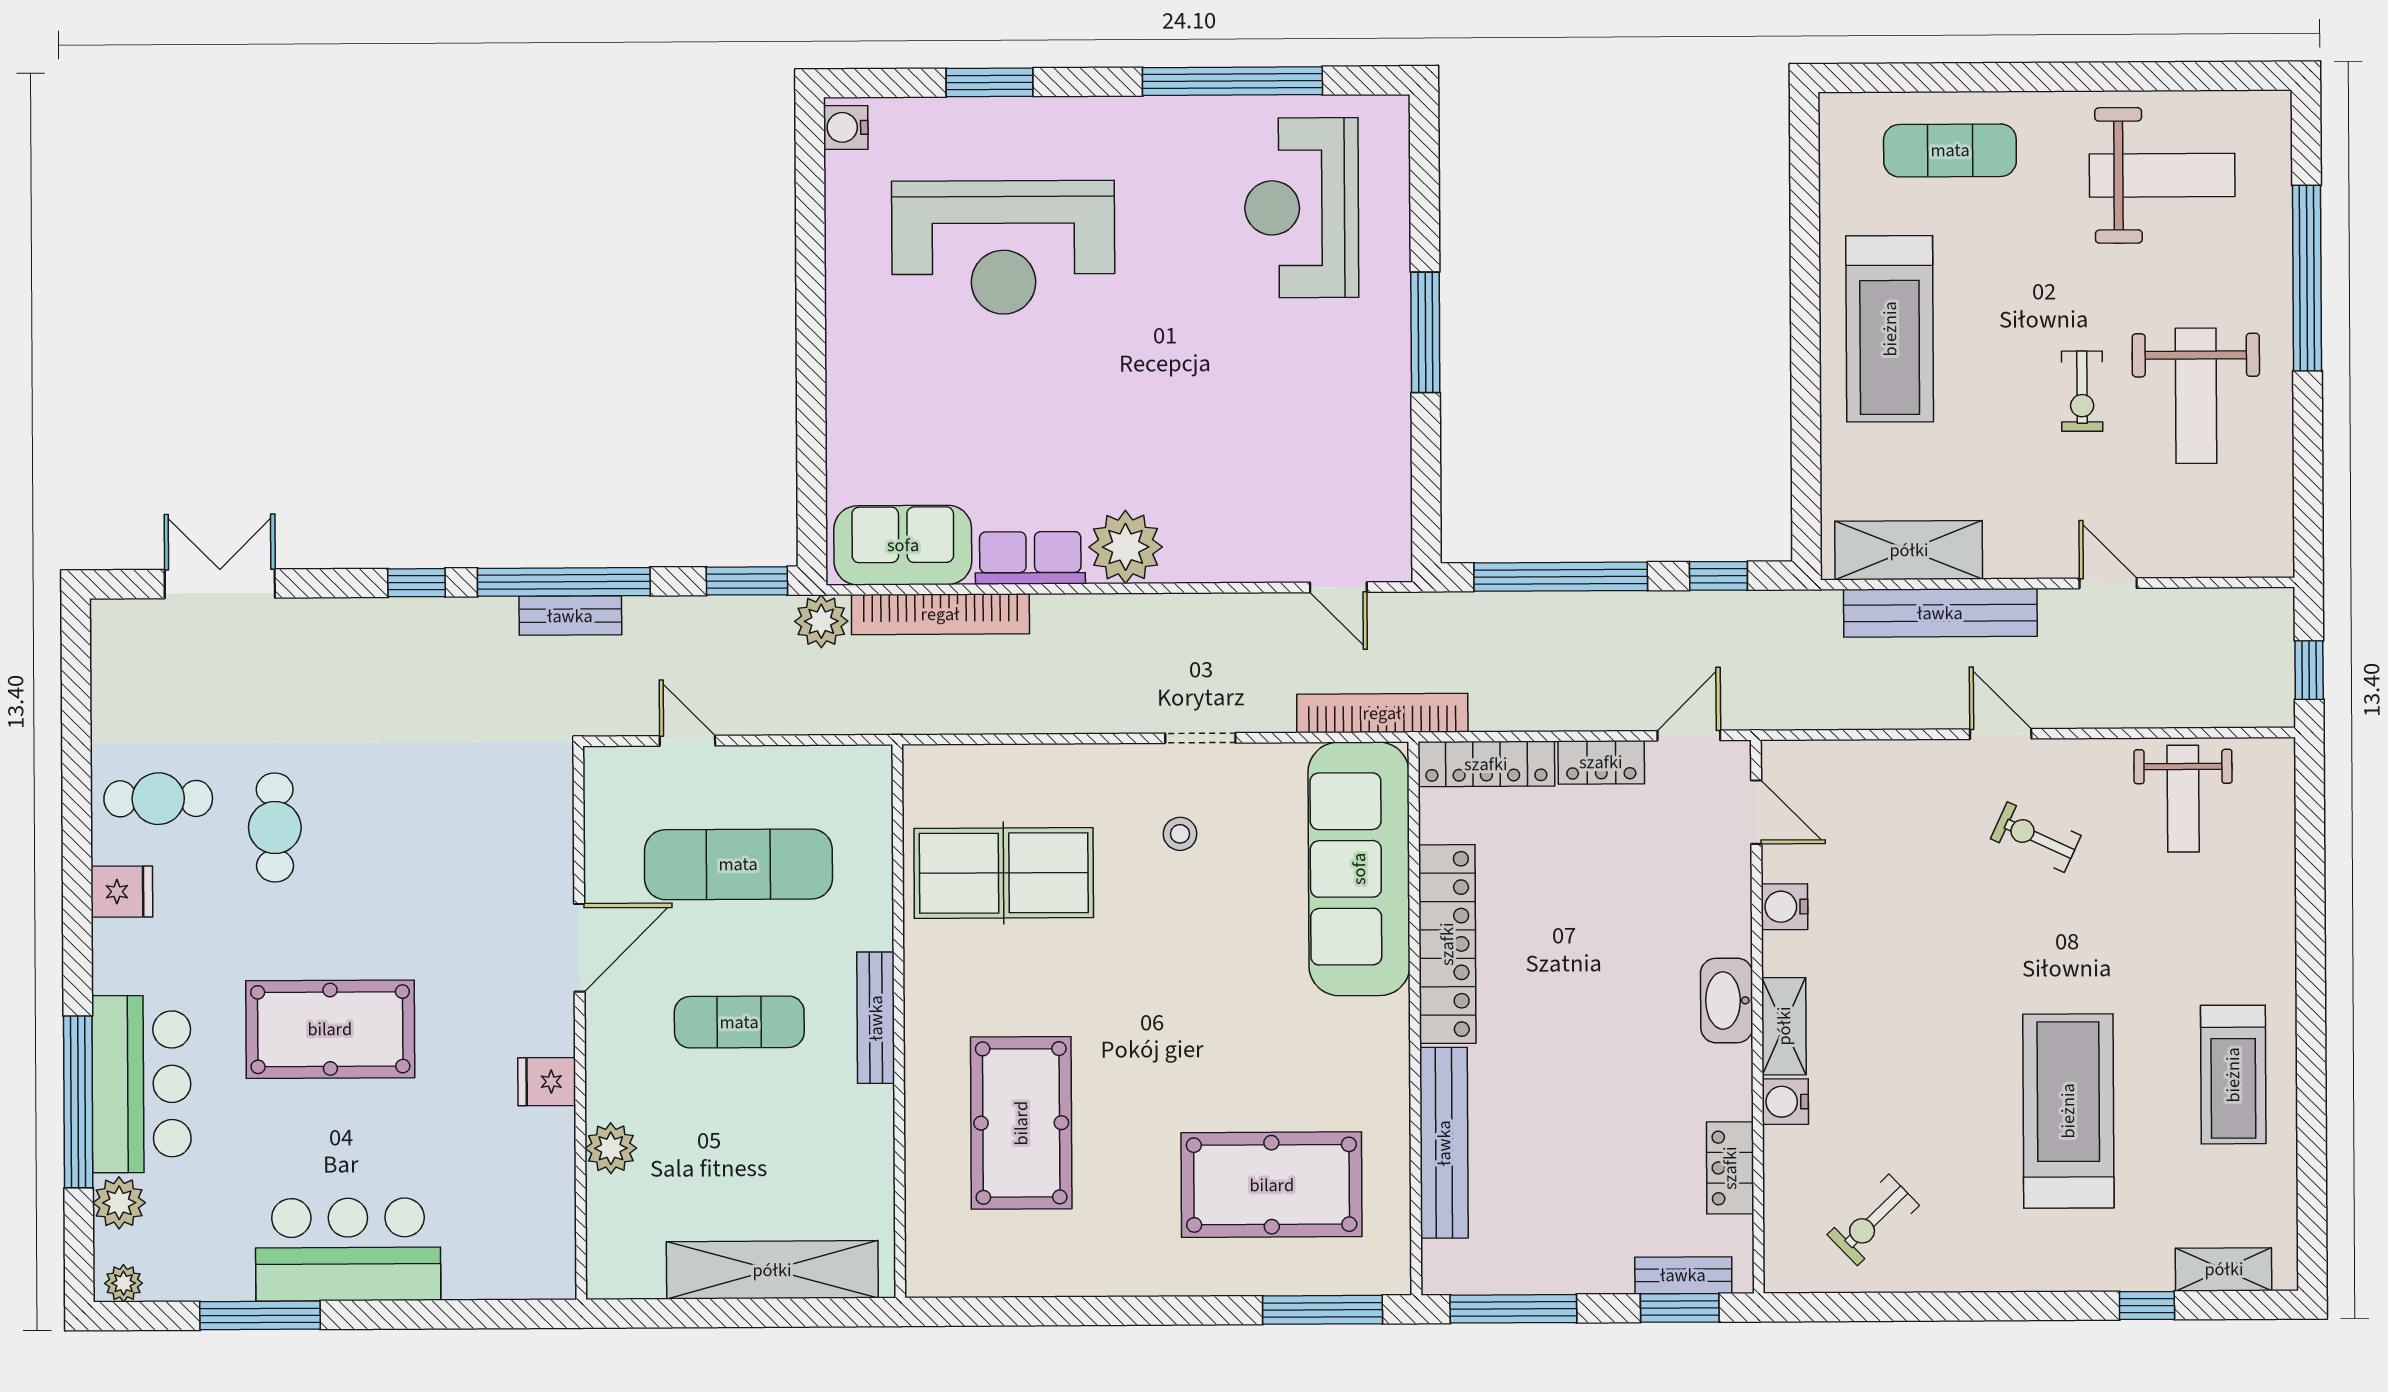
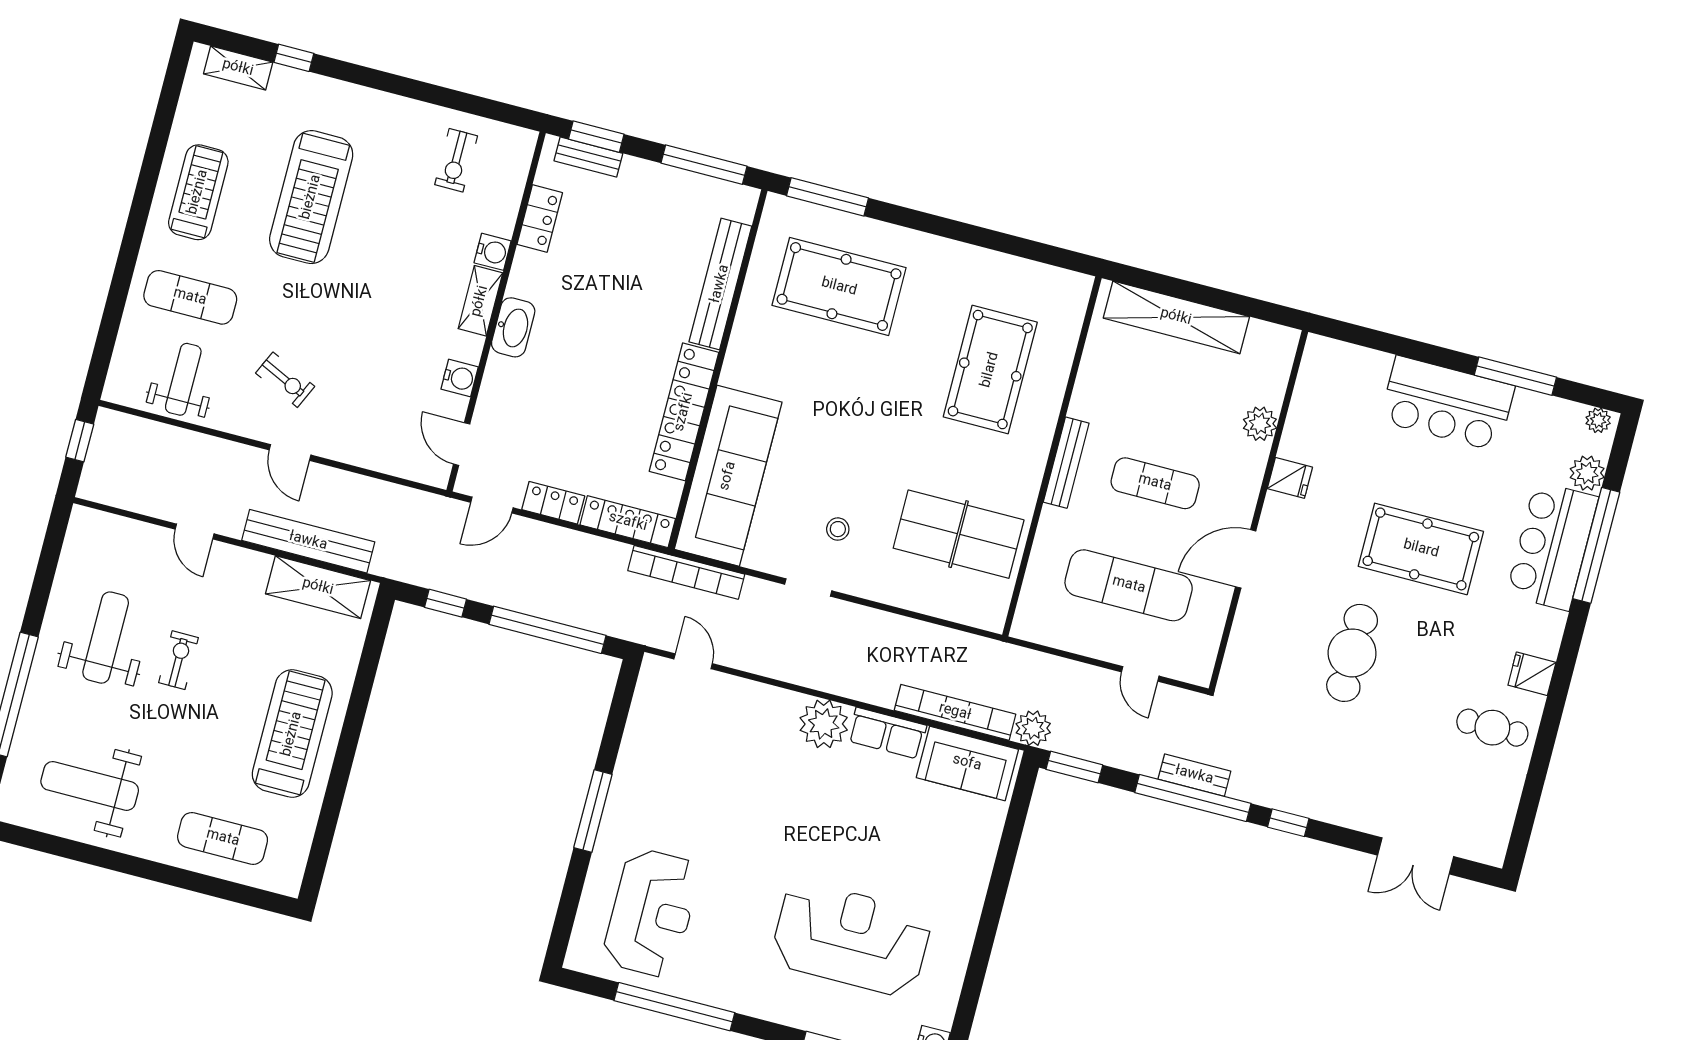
cafe table: (275, 828) -> (1352, 653), moved, width x1.37, depth x1.35
exercise mat: (2205, 920) -> (190, 297), added
exercise bike: (1873, 1220) -> (456, 160), turned 134

